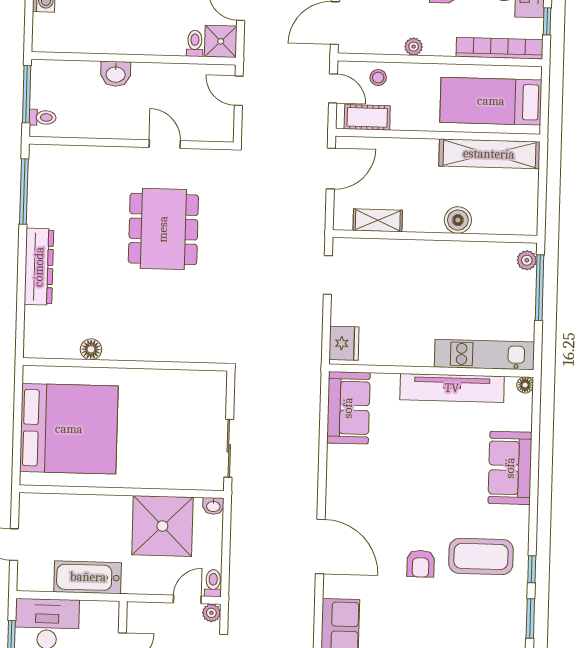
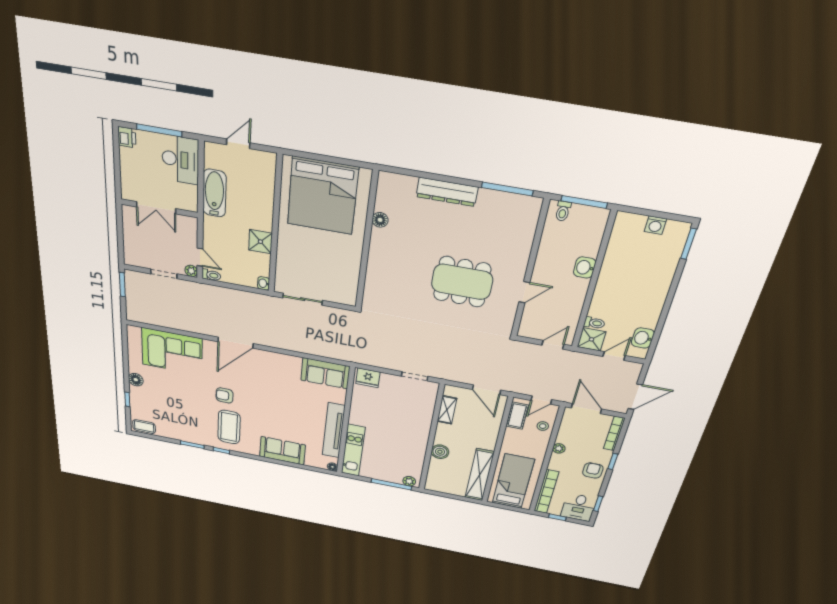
shower: (162, 526) -> (260, 242), width x0.54, depth x0.54

